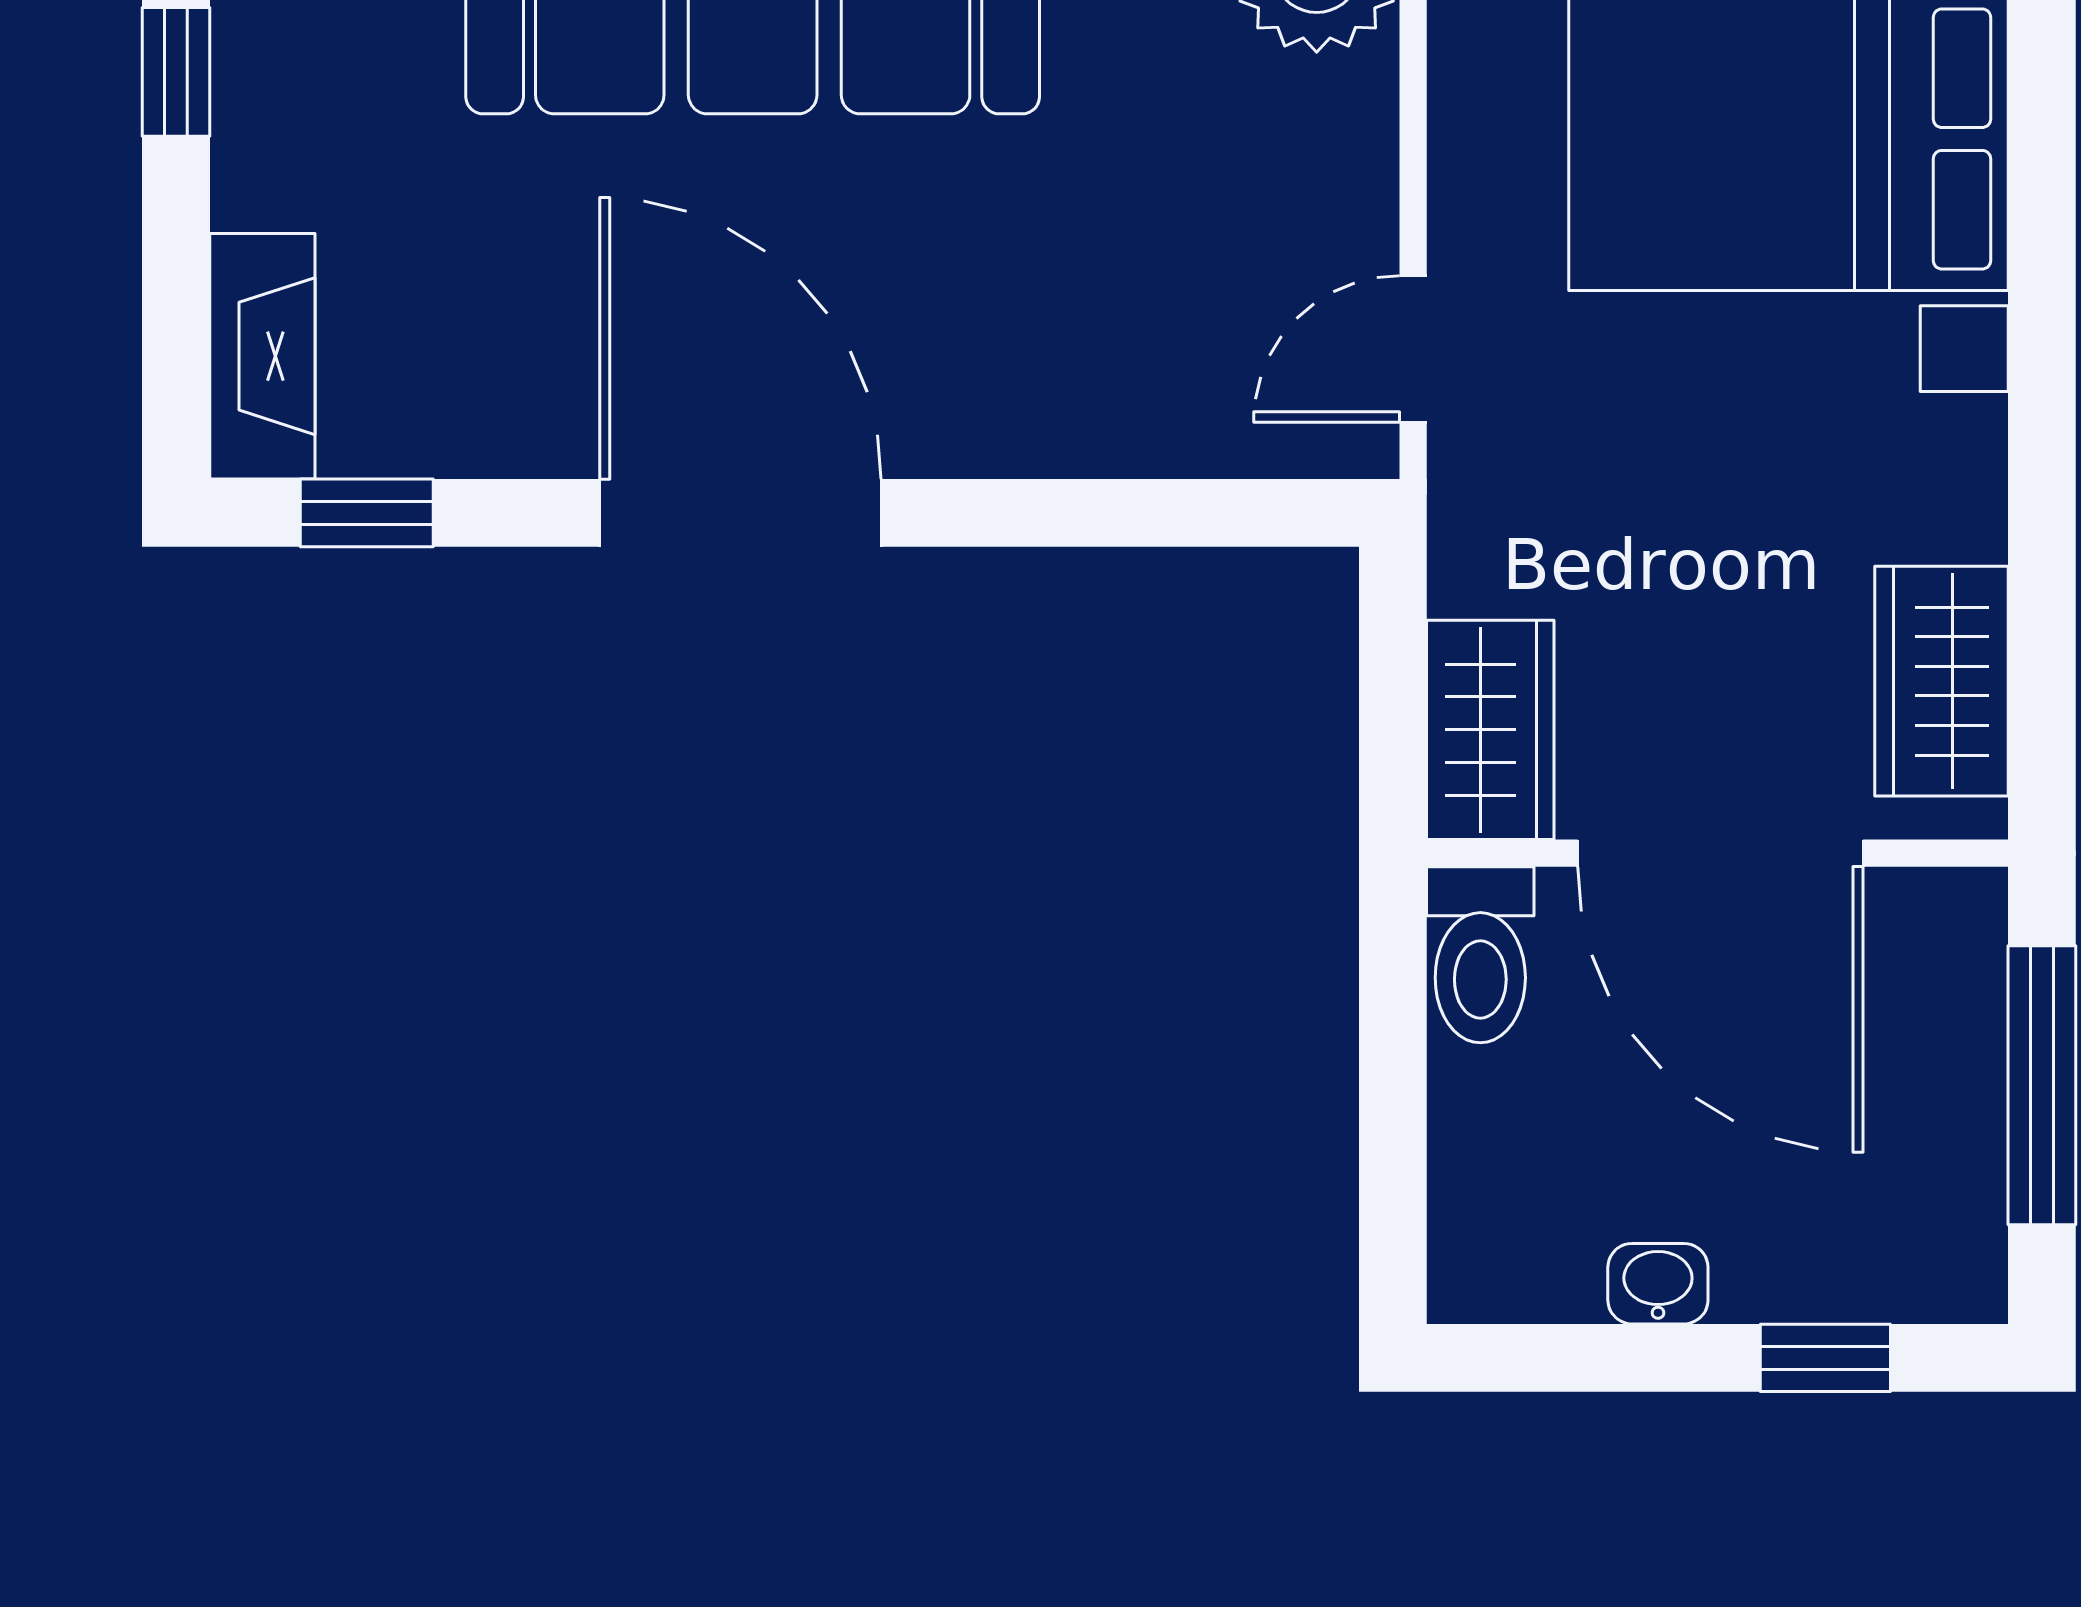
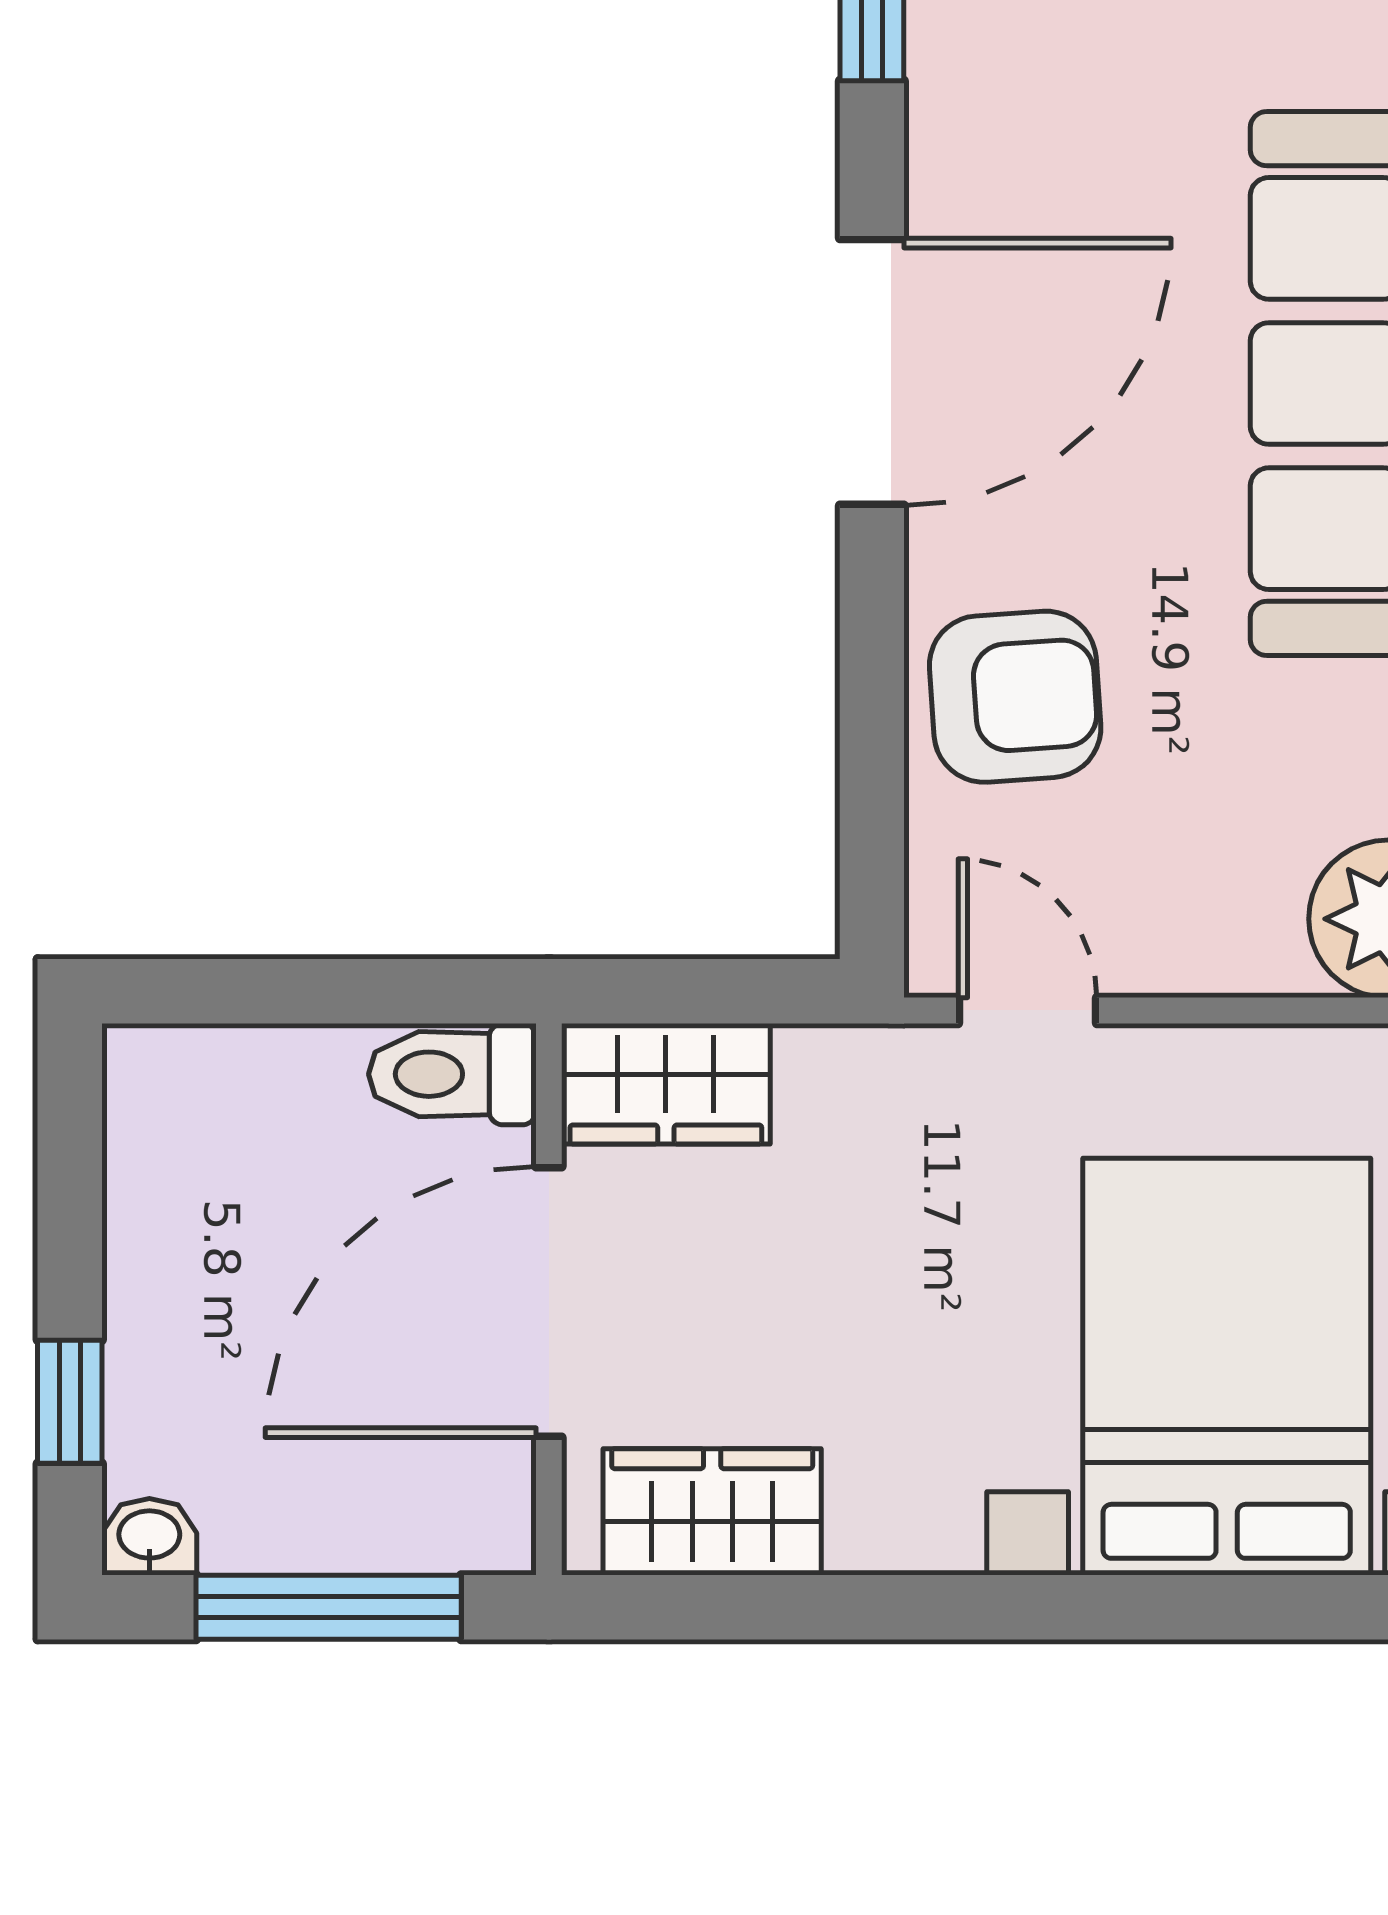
armchair: (1083, 362) -> (1015, 697), added
washbasin: (1658, 1284) -> (149, 1537), moved, turned -90

